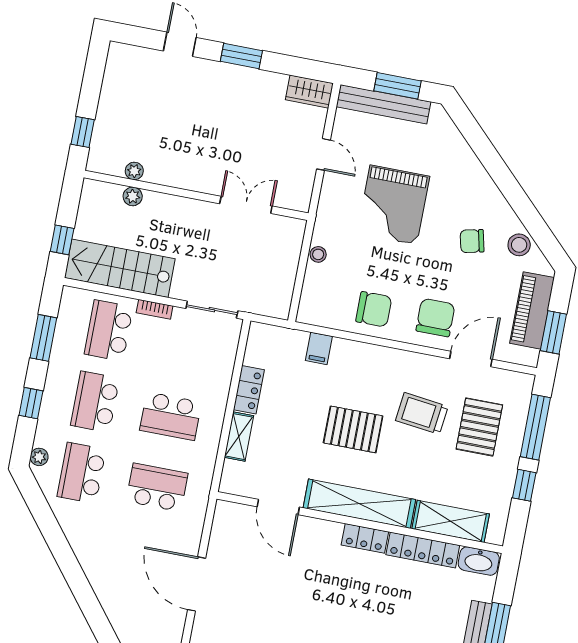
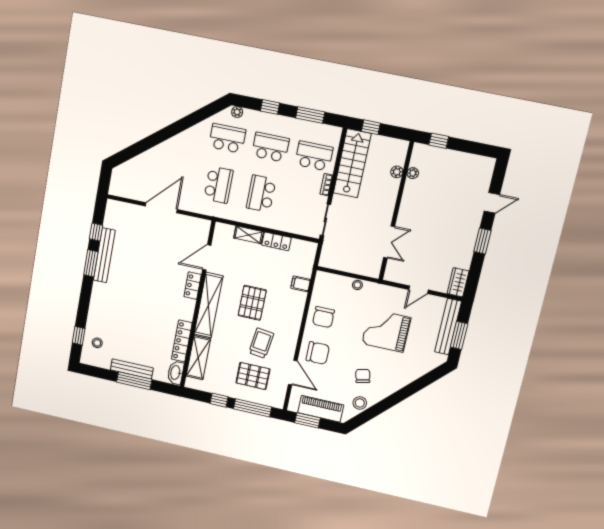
locker: (365, 538) -> (193, 286), moved

